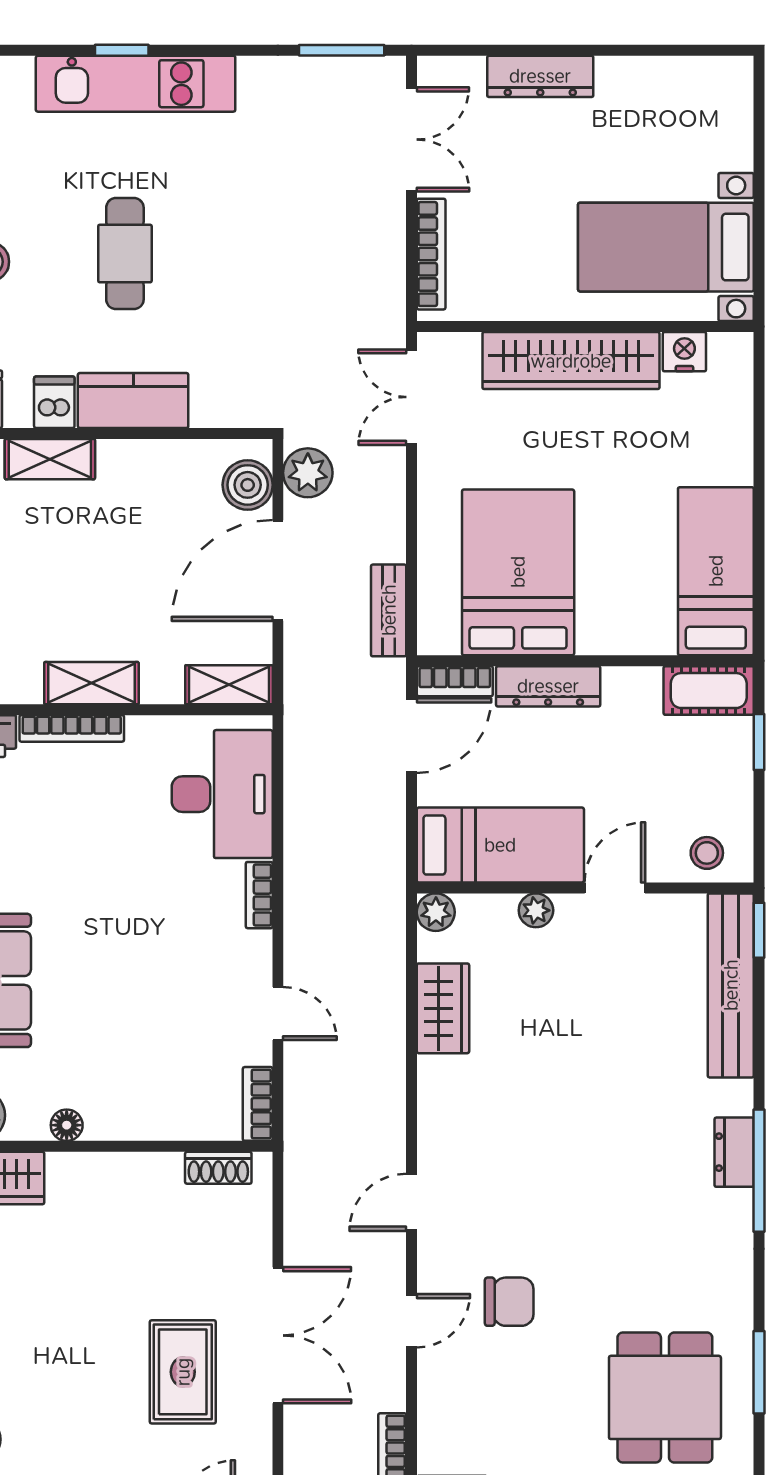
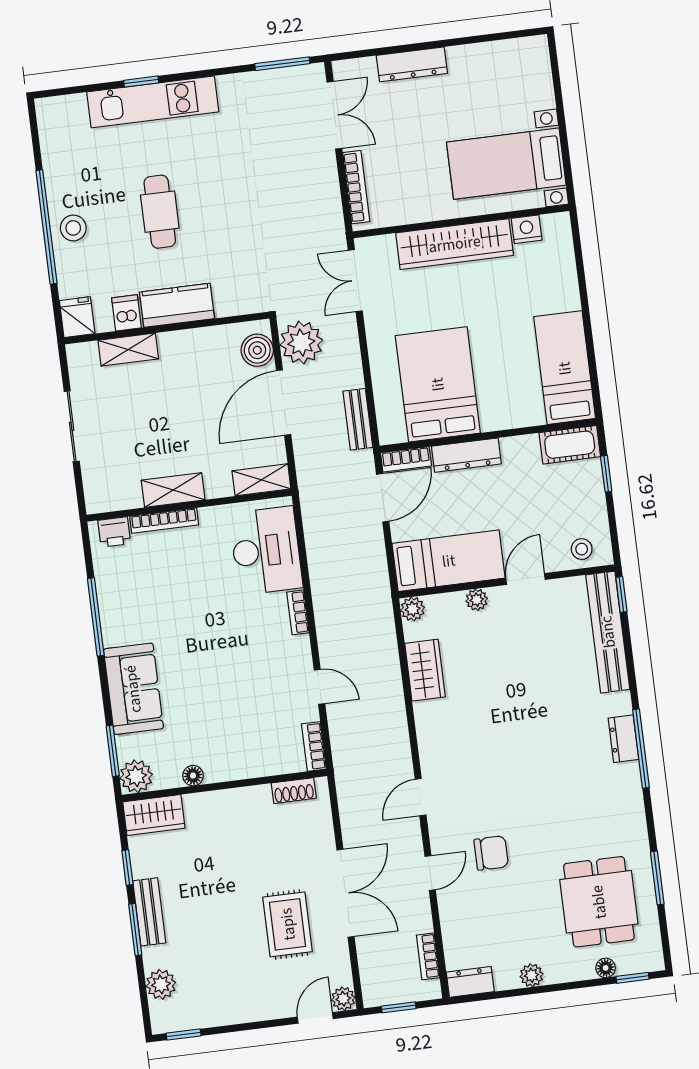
plant: (308, 473) -> (301, 343), width x1.36, depth x1.36

